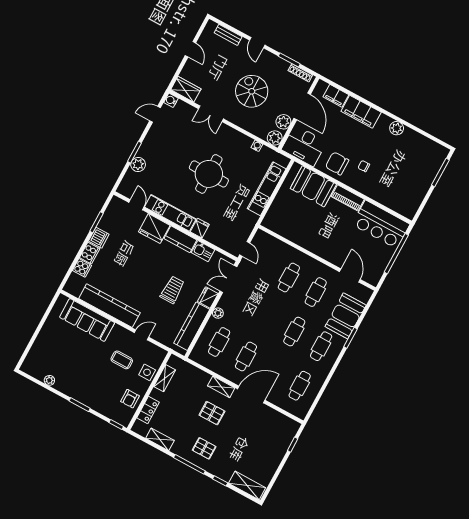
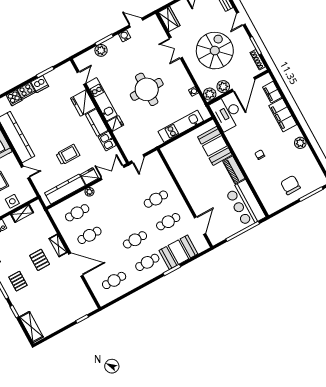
spiral stairs: (252, 91) -> (215, 51), width x1.37, depth x1.37
water cooler: (171, 100) -> (125, 36), moved
chair: (337, 163) -> (290, 185), moved

